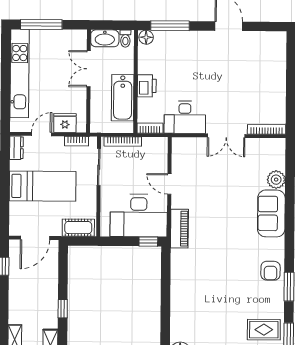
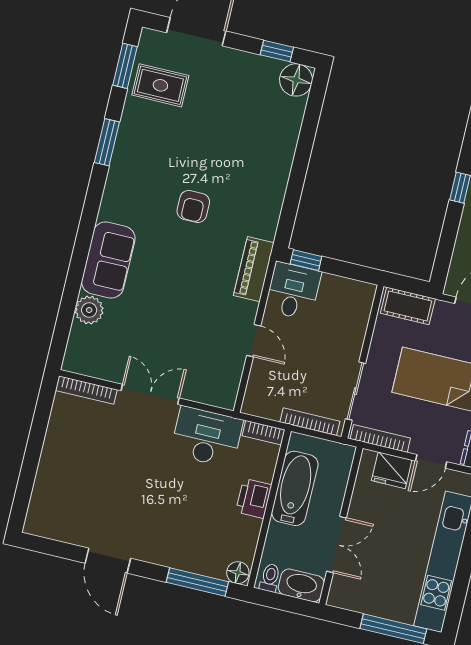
bookcase: (76, 141) -> (380, 438), width x1.56
desk: (139, 215) -> (293, 291), width x0.53, depth x0.77
armchair: (271, 271) -> (193, 206), moved, turned 180

